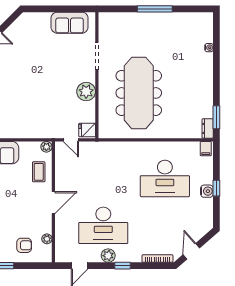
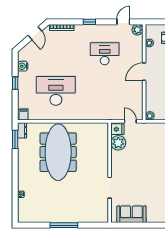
plant: (86, 92) -> (118, 143), moved
meeting table: (139, 93) -> (58, 152), moved
coffee table: (39, 172) -> (156, 96), removed
water cooler: (207, 191) -> (23, 66), moved
desk: (103, 225) -> (105, 54), width x0.73, depth x0.77
plant: (108, 256) -> (137, 30), moved

